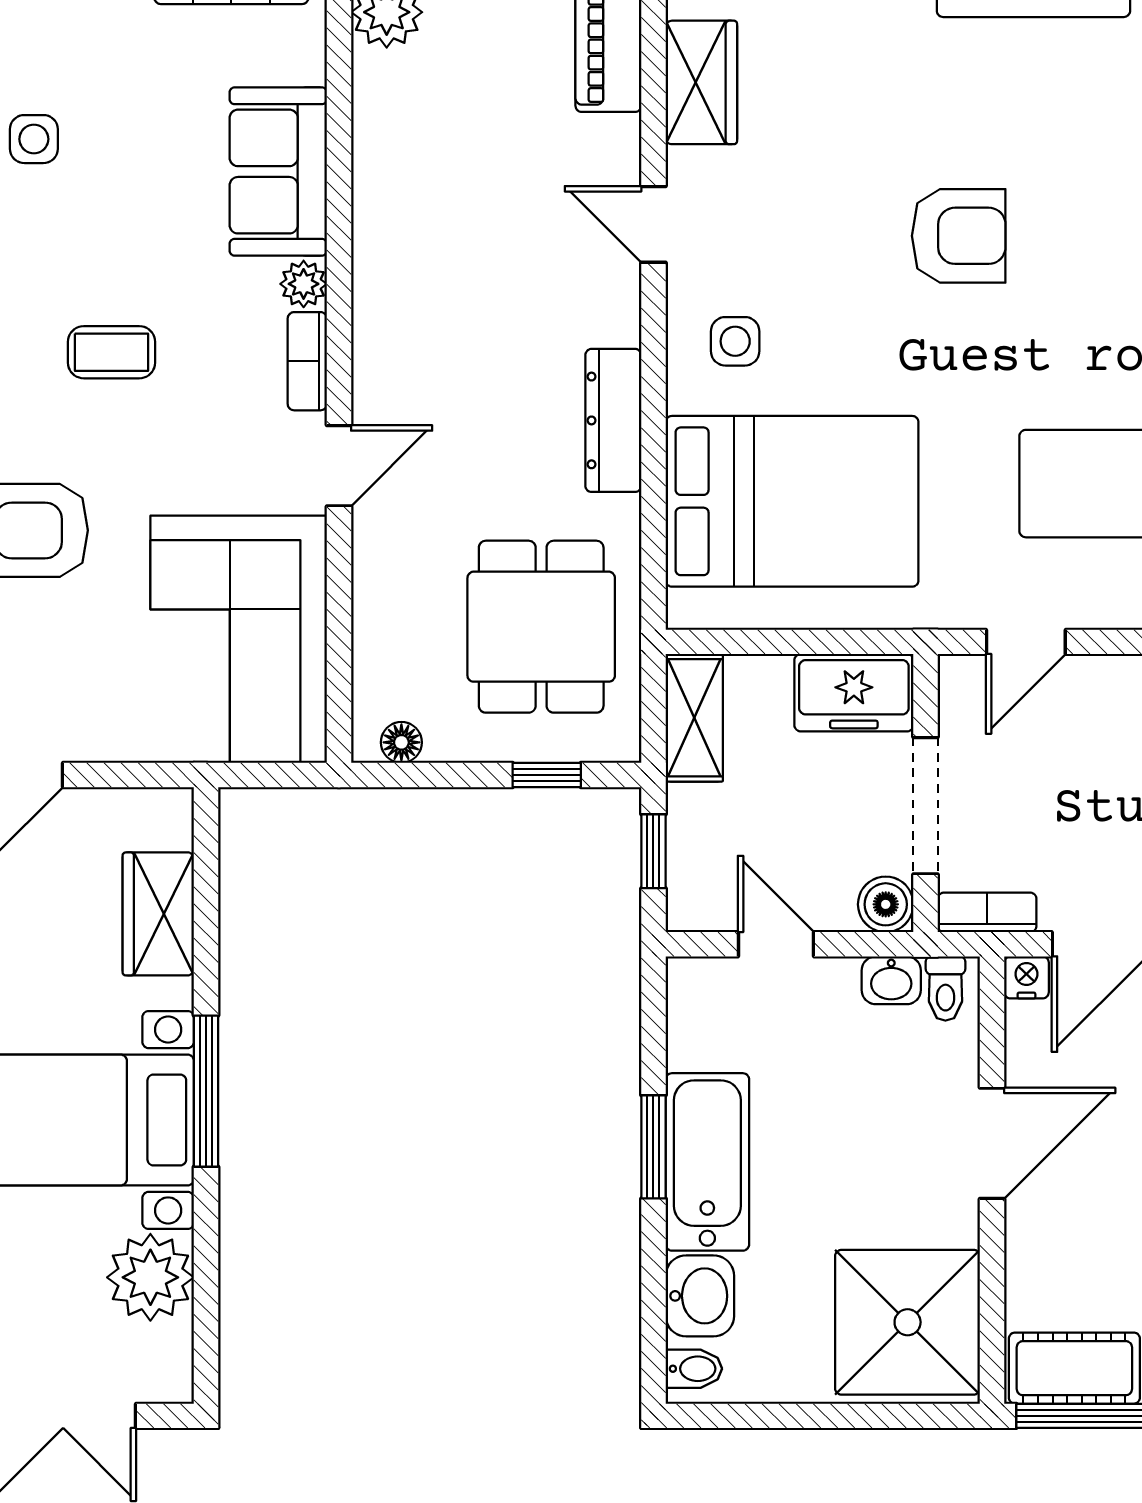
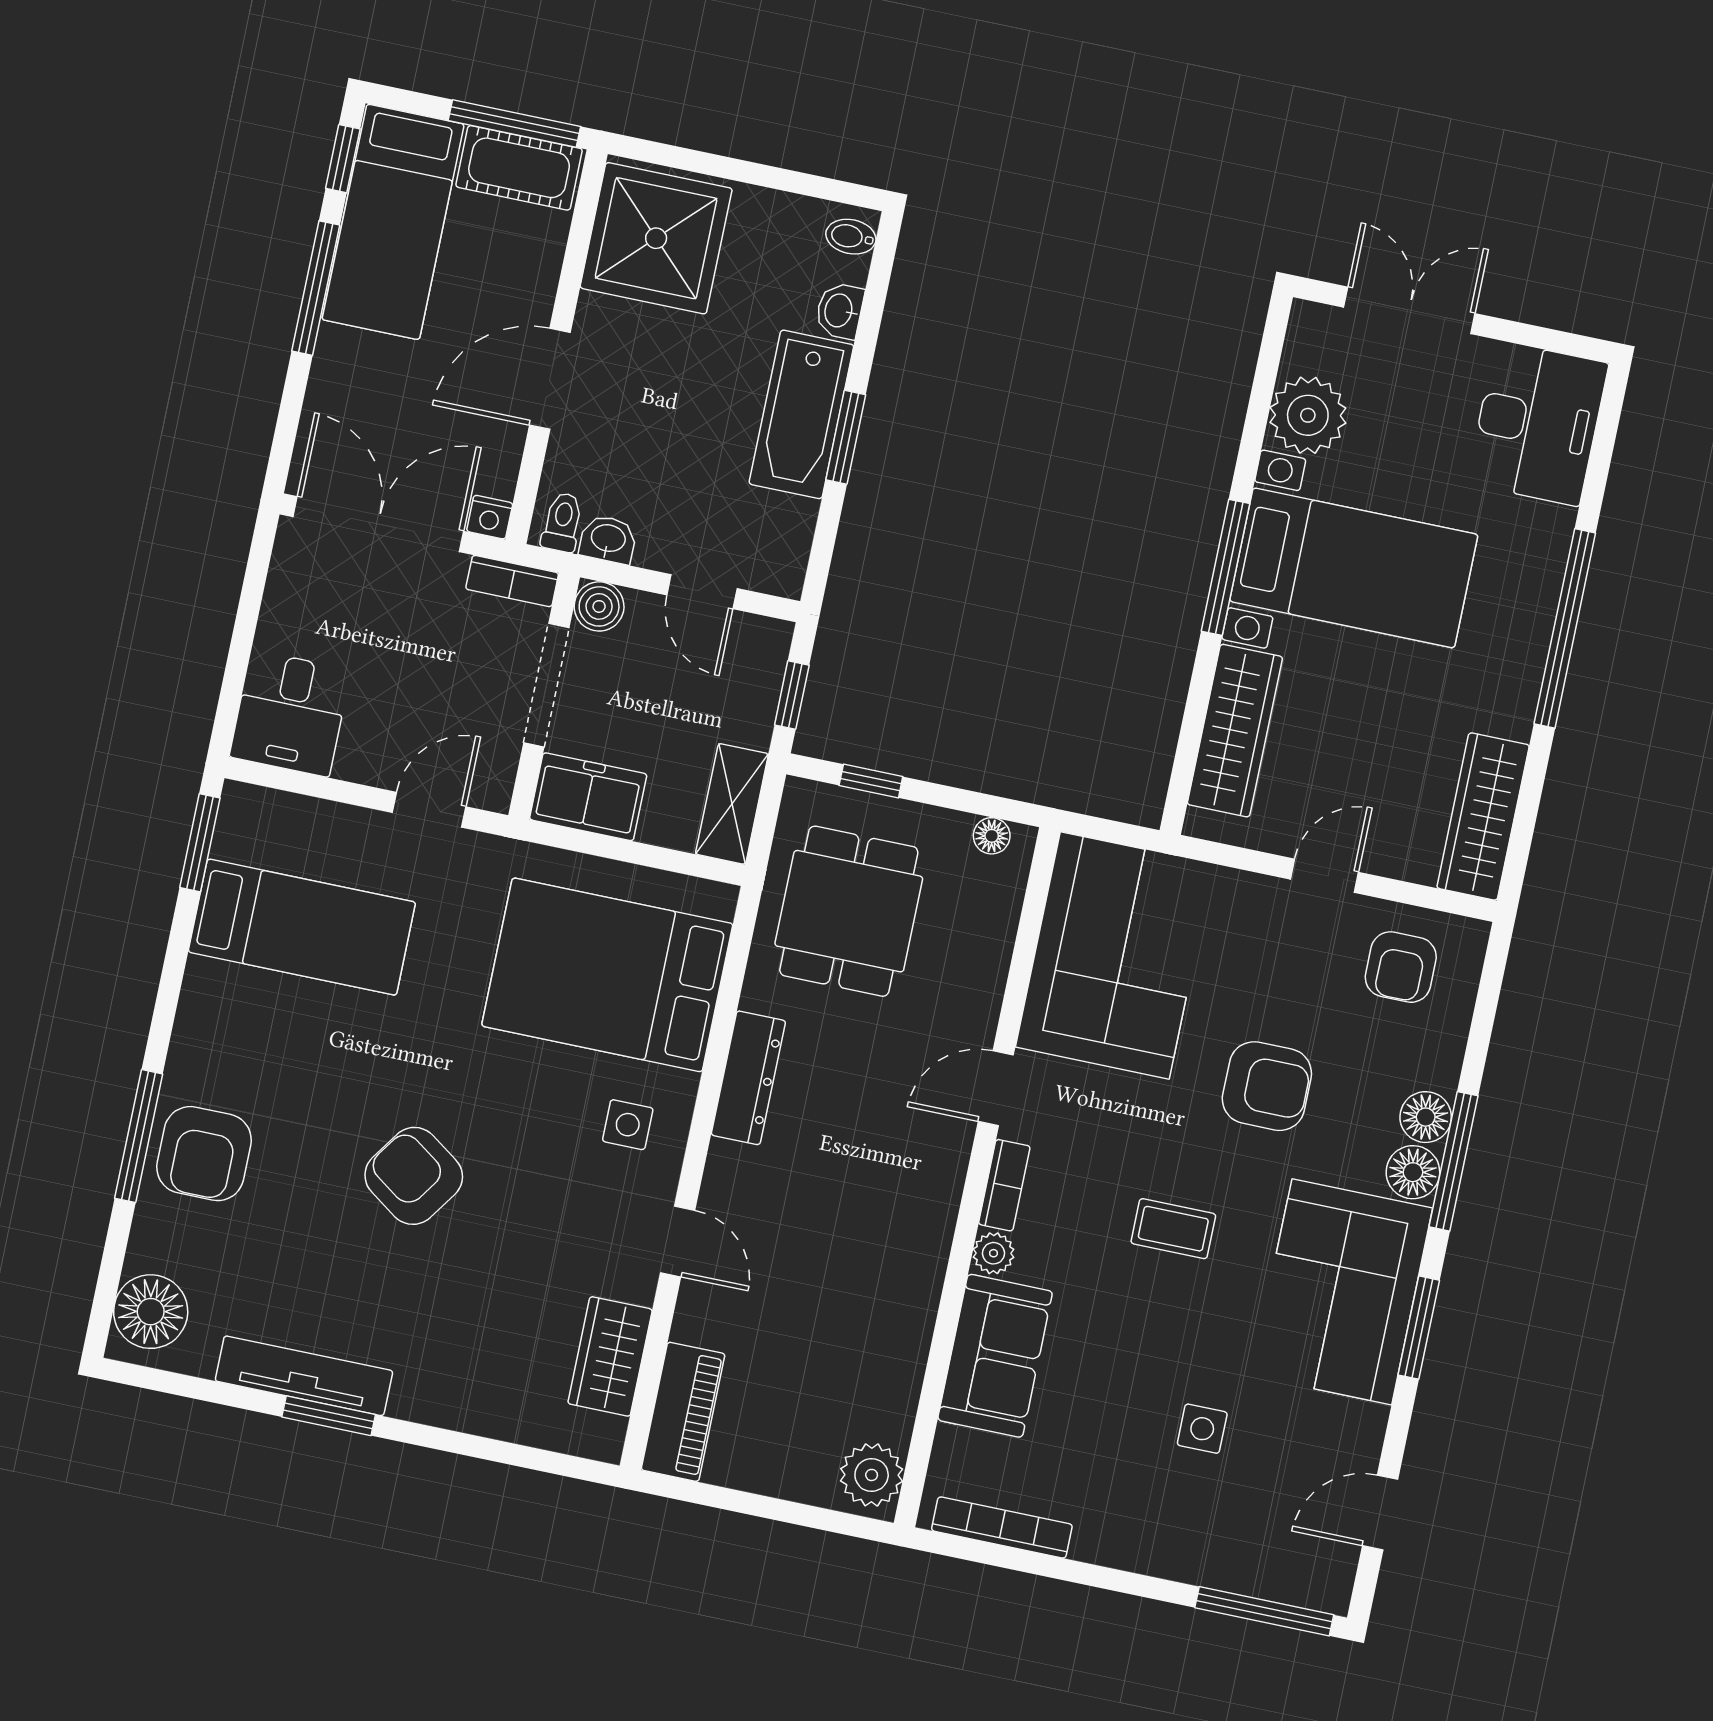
armchair: (959, 236) -> (414, 1176), turned 35
wardrobe: (158, 914) -> (1235, 731), width x1.50
washbasin: (700, 1296) -> (840, 311), width x0.72, depth x0.69

